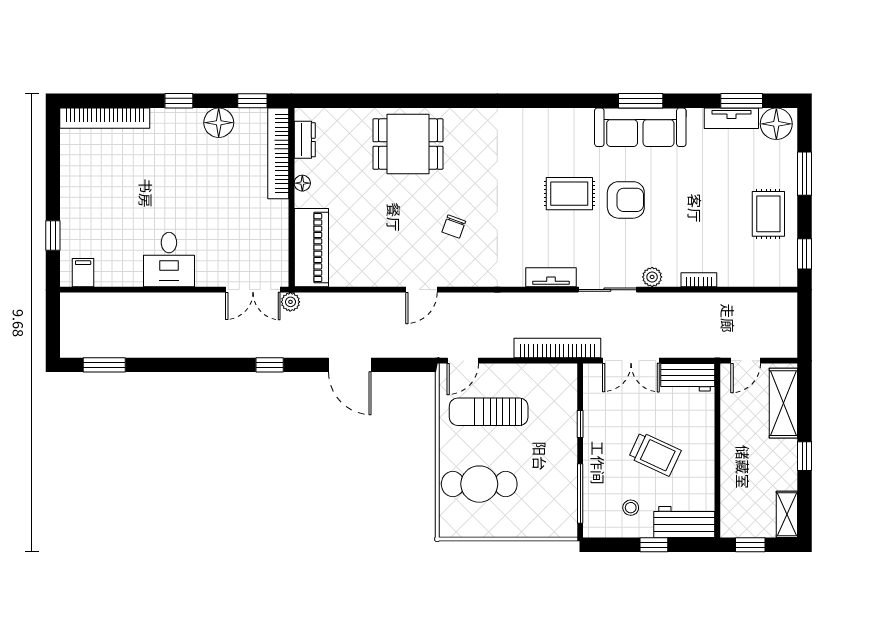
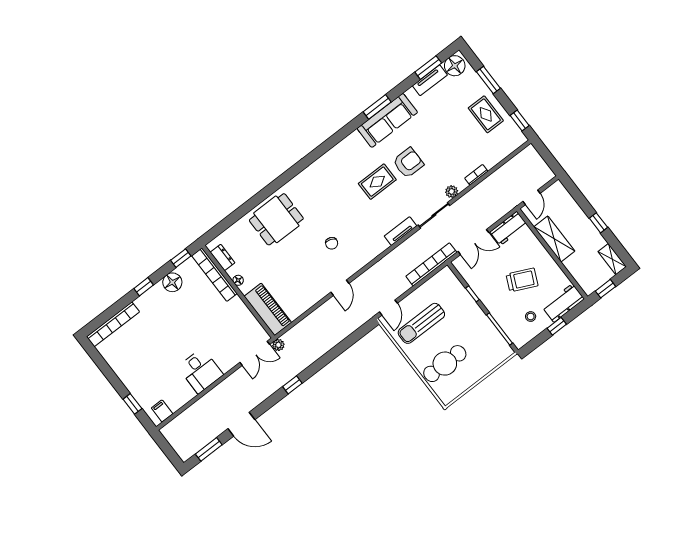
door: (350, 365) -> (241, 424), moved
shelving: (783, 403) -> (554, 239), moved

